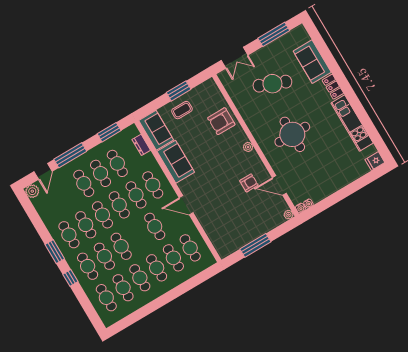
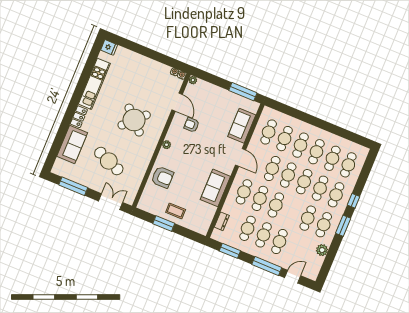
sofa: (156, 130) -> (242, 126), moved
round table: (292, 134) -> (134, 120), turned 45
plant: (32, 191) -> (322, 250), moved
cafe table: (102, 215) -> (288, 175), moved
window: (255, 245) -> (243, 92), moved

